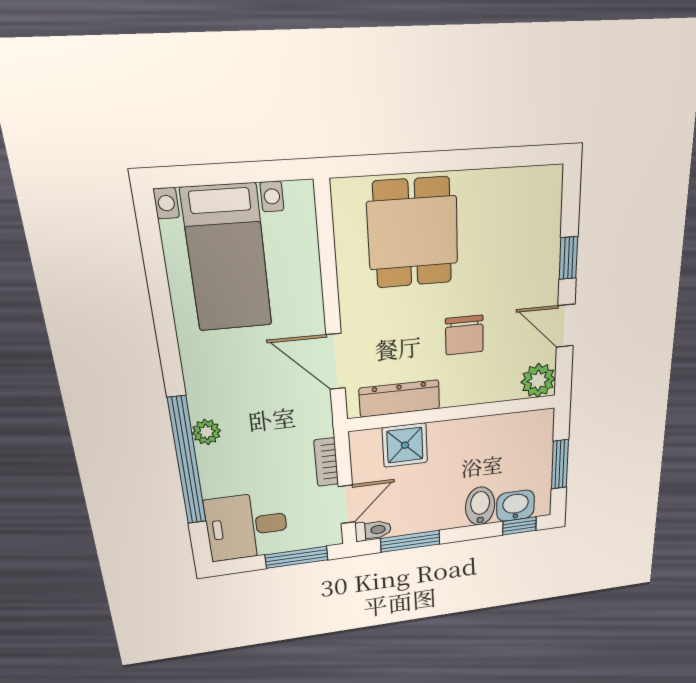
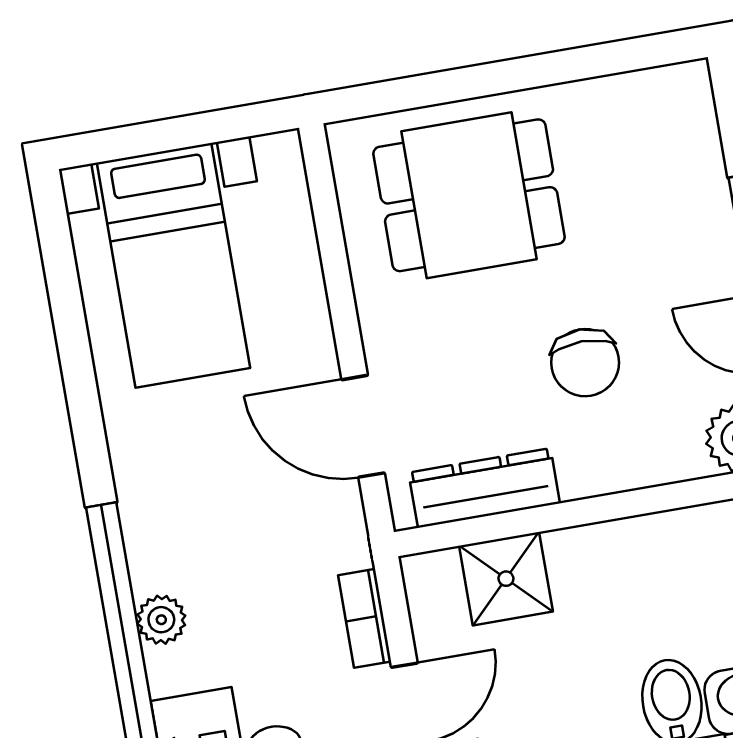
dining table: (413, 233) -> (469, 195), turned 90
plant: (206, 432) -> (161, 620), moved

